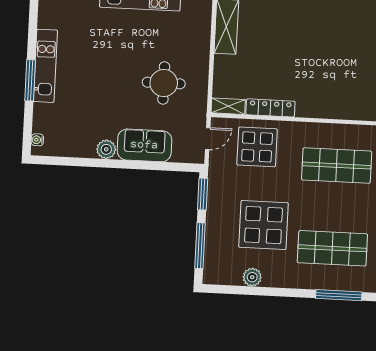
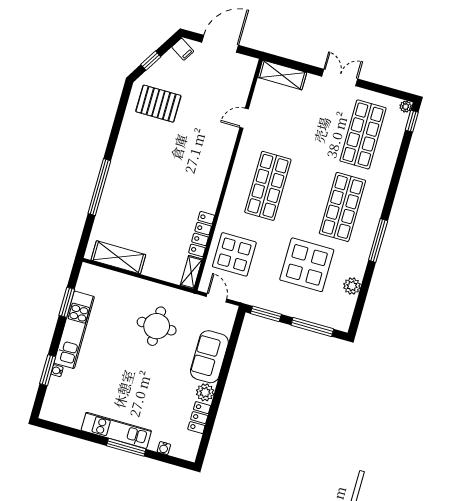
water cooler: (37, 140) -> (164, 448), moved
locker: (79, 149) -> (199, 418), added
window: (339, 295) -> (378, 241), moved

